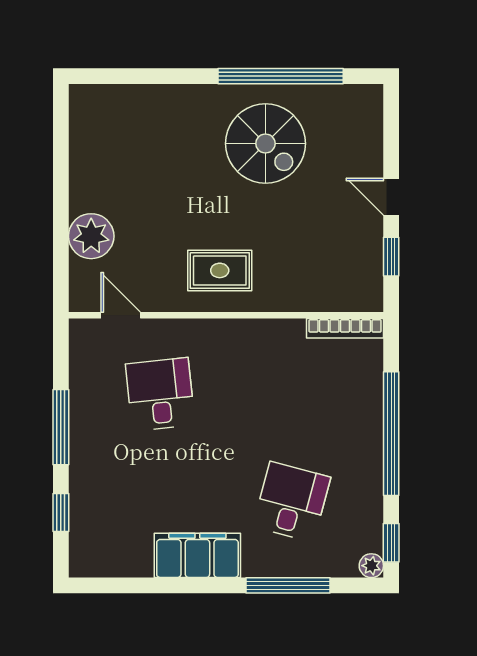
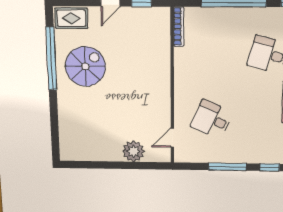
rug: (220, 270) -> (71, 18), moved, turned 90
desk: (160, 394) -> (212, 119), turned 30

